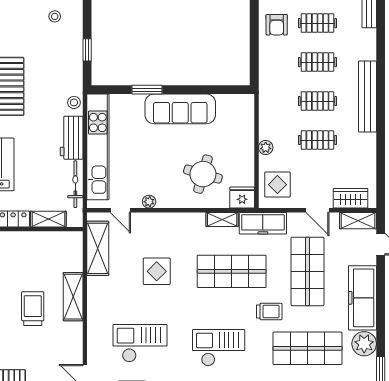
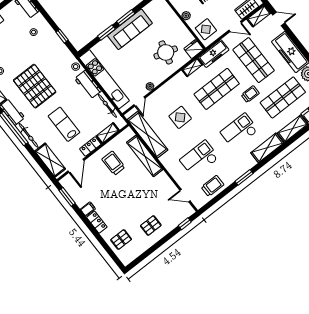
window: (187, 90) -> (126, 17), added
door: (120, 210) -> (139, 101), hinge flipped
shelving: (98, 248) -> (148, 135), width x1.47
shelving: (73, 297) -> (145, 156), width x1.47
trolley: (33, 309) -> (113, 163), moved

